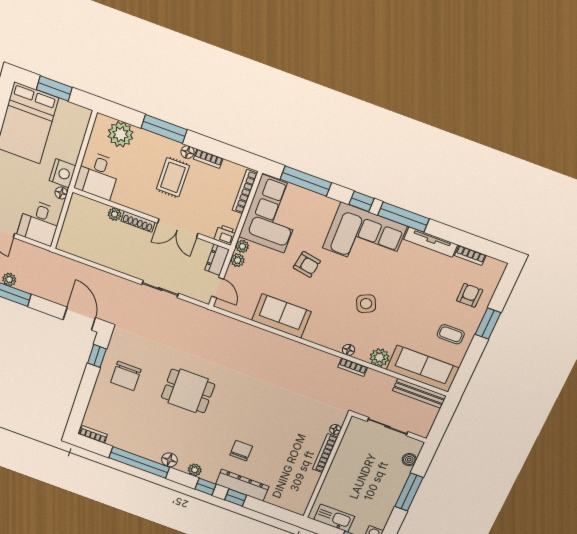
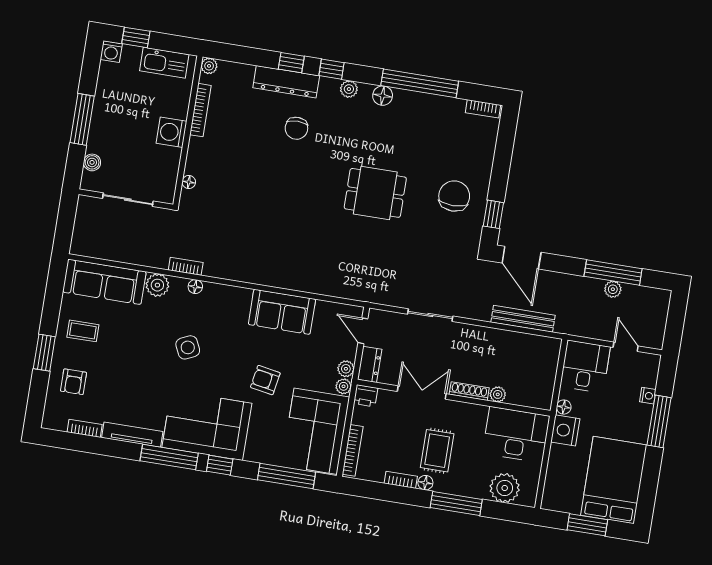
desk: (97, 175) -> (516, 435), width x1.37
bench: (419, 393) -> (523, 319), moved
bookcase: (325, 453) -> (200, 110), moved
washing machine: (340, 468) -> (171, 132), added
plant: (300, 509) -> (209, 66), added

